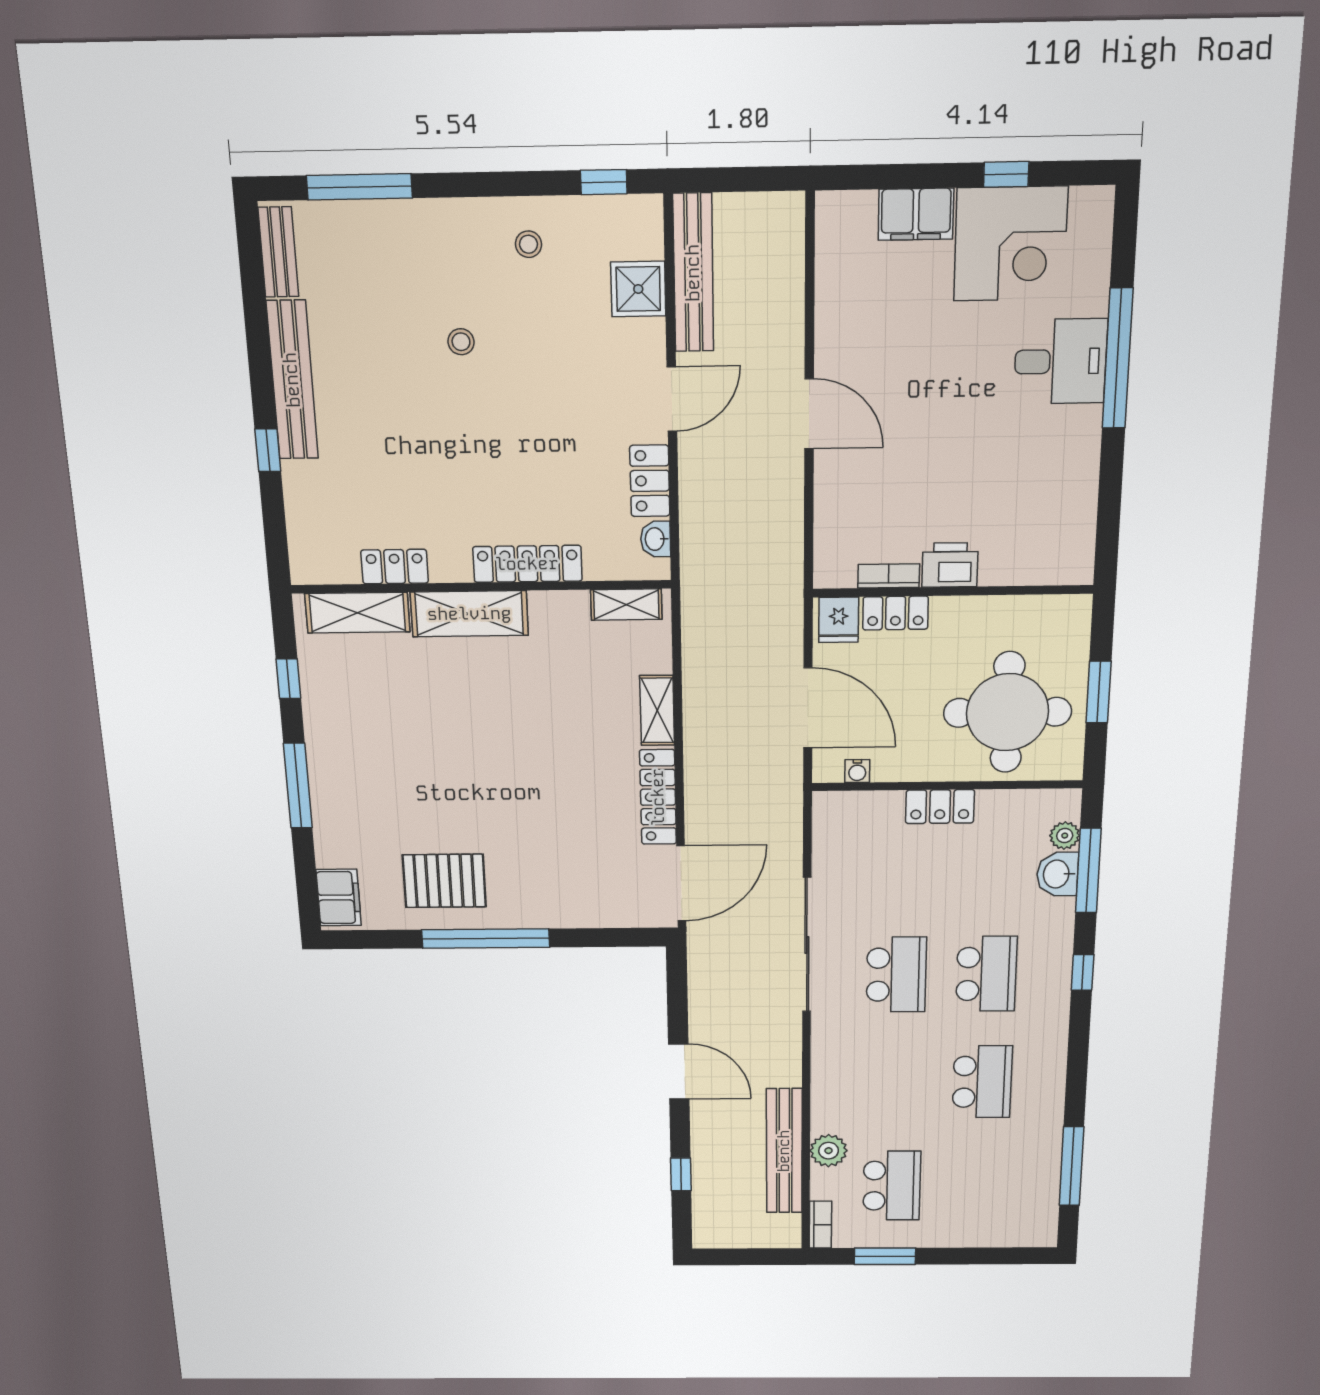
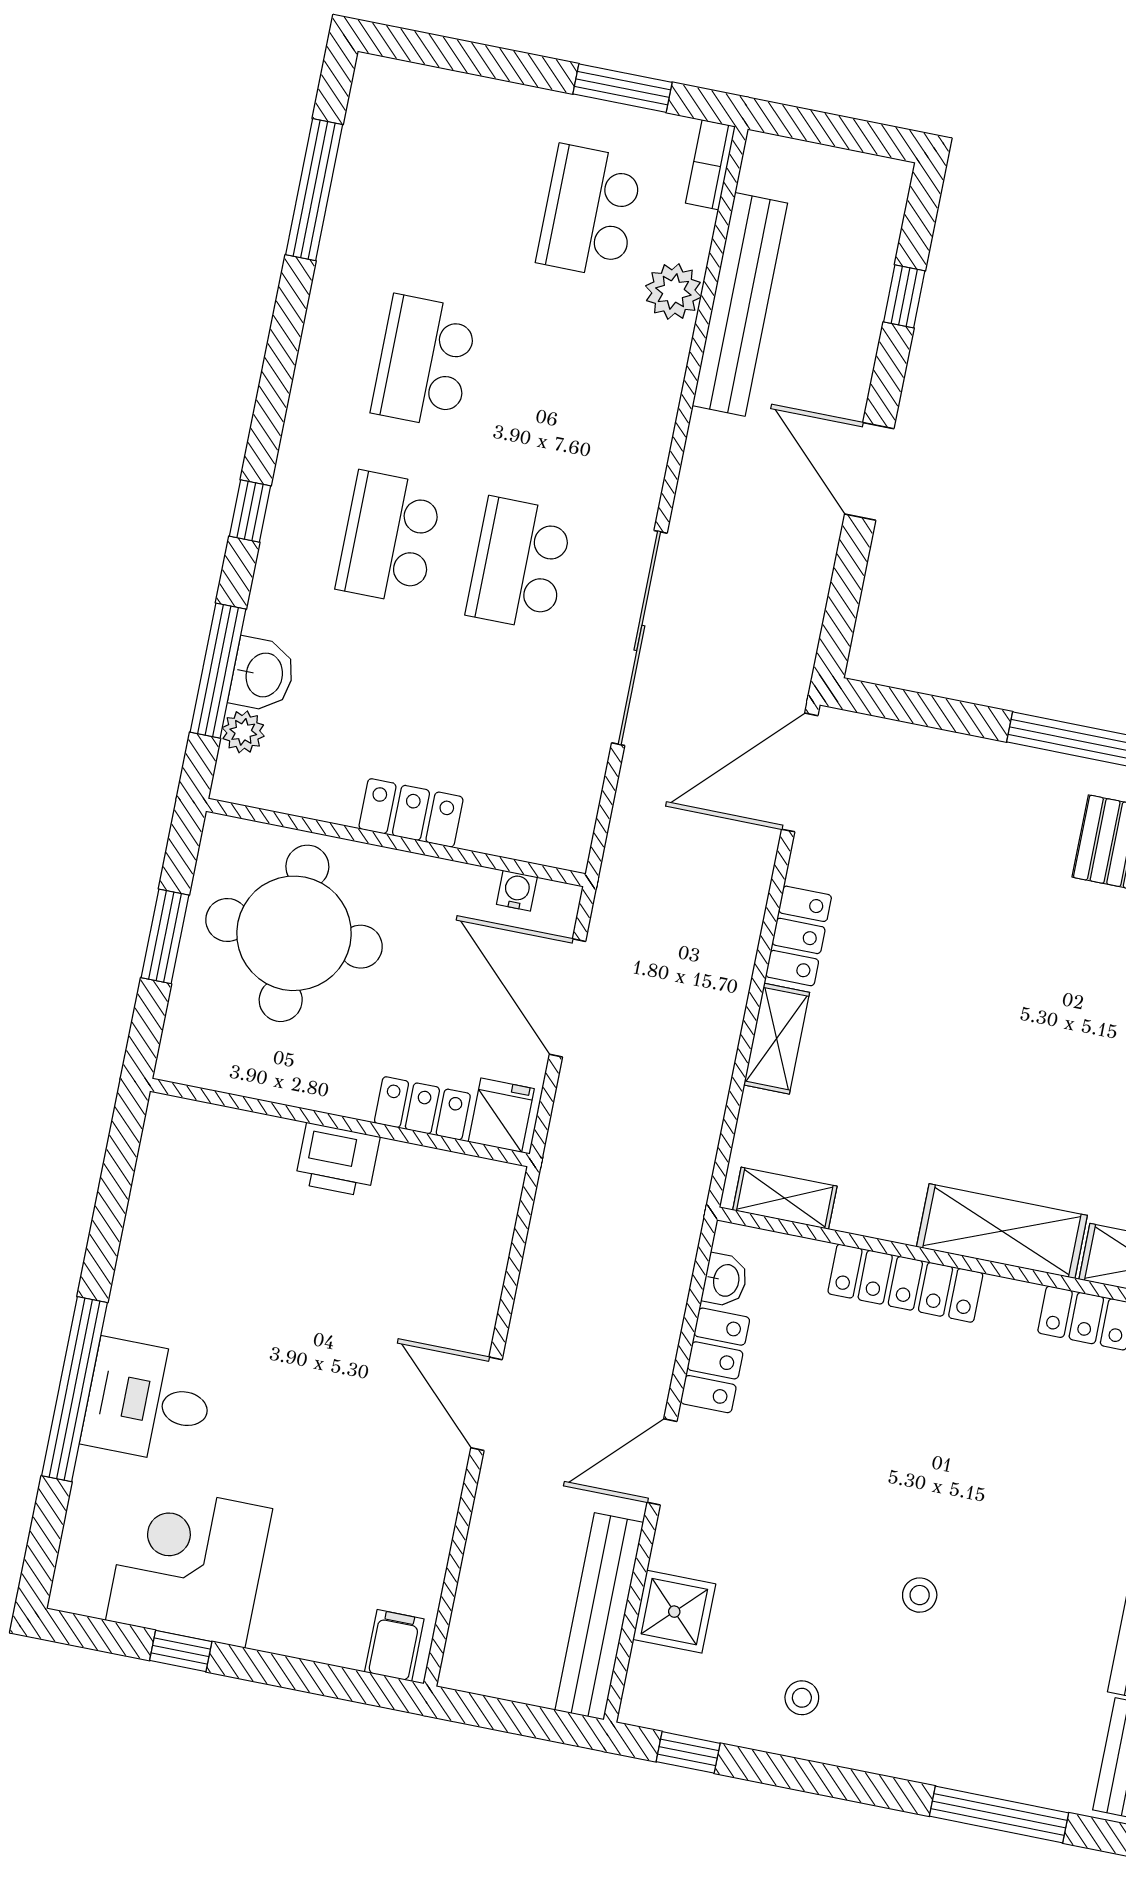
filing cabinet: (916, 214) -> (394, 1646), moved, width x0.50
bookcase: (889, 576) -> (422, 1162), removed
locker: (658, 797) -> (799, 936), width x0.66

